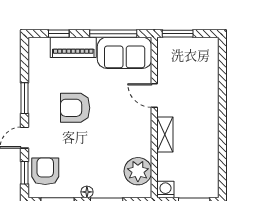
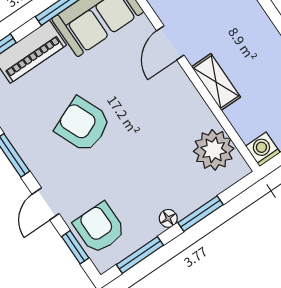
door: (154, 96) -> (170, 43), hinge flipped
armchair: (75, 108) -> (83, 125), turned 67

